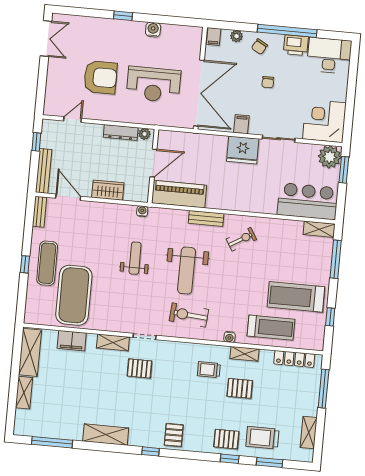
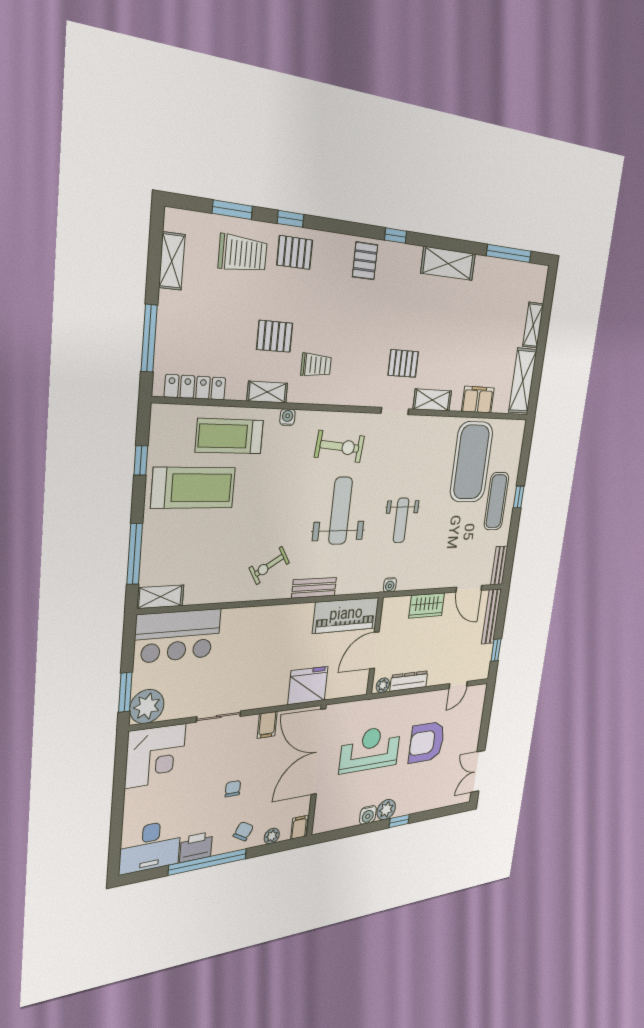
plant: (136, 29) -> (386, 810), added
fridge: (243, 150) -> (308, 686), moved

